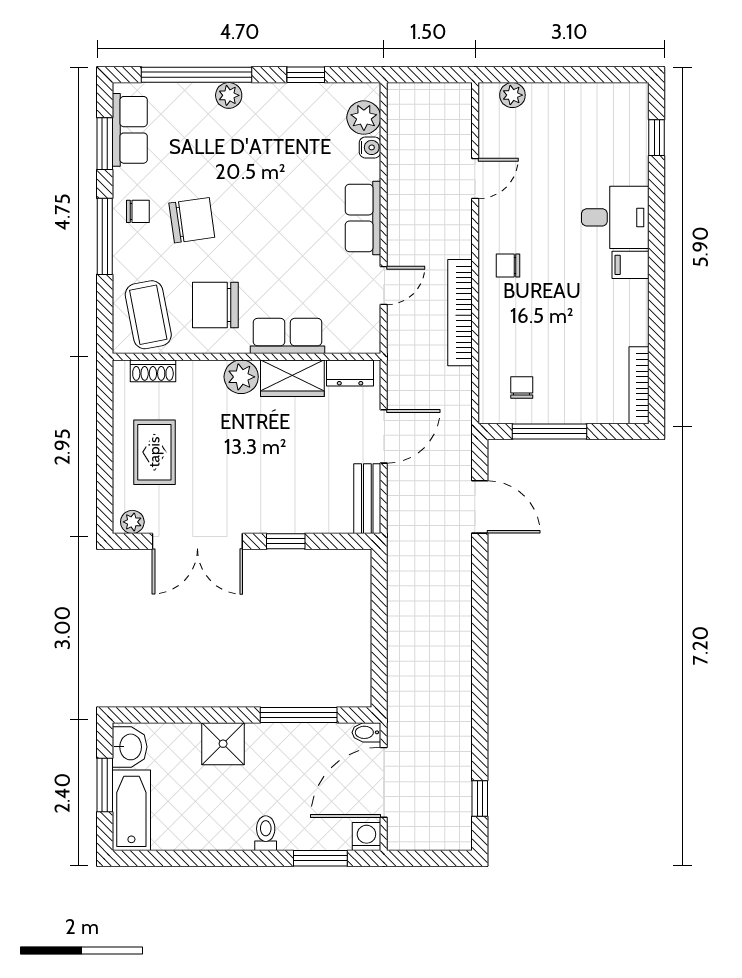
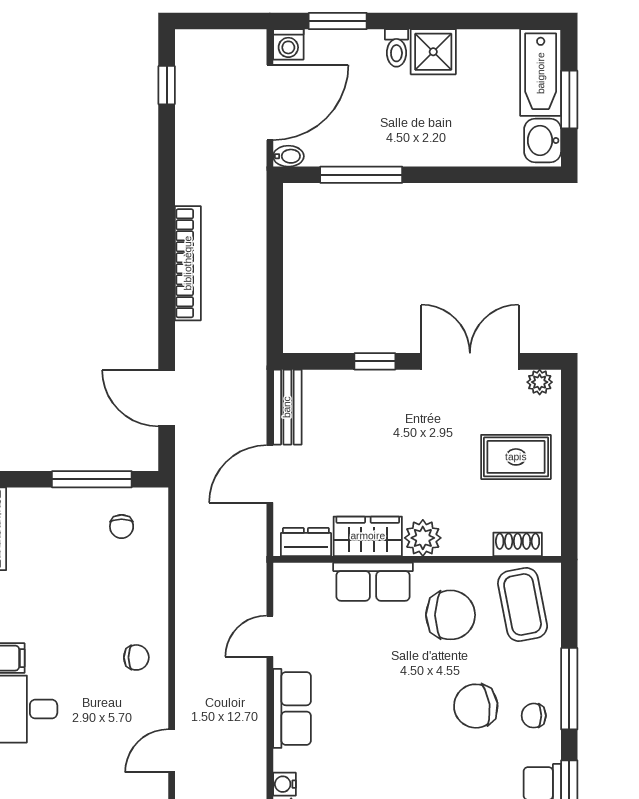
bookcase: (460, 313) -> (188, 263), moved
rug: (154, 452) -> (516, 457), turned 90
shower: (223, 744) -> (433, 52), moved

